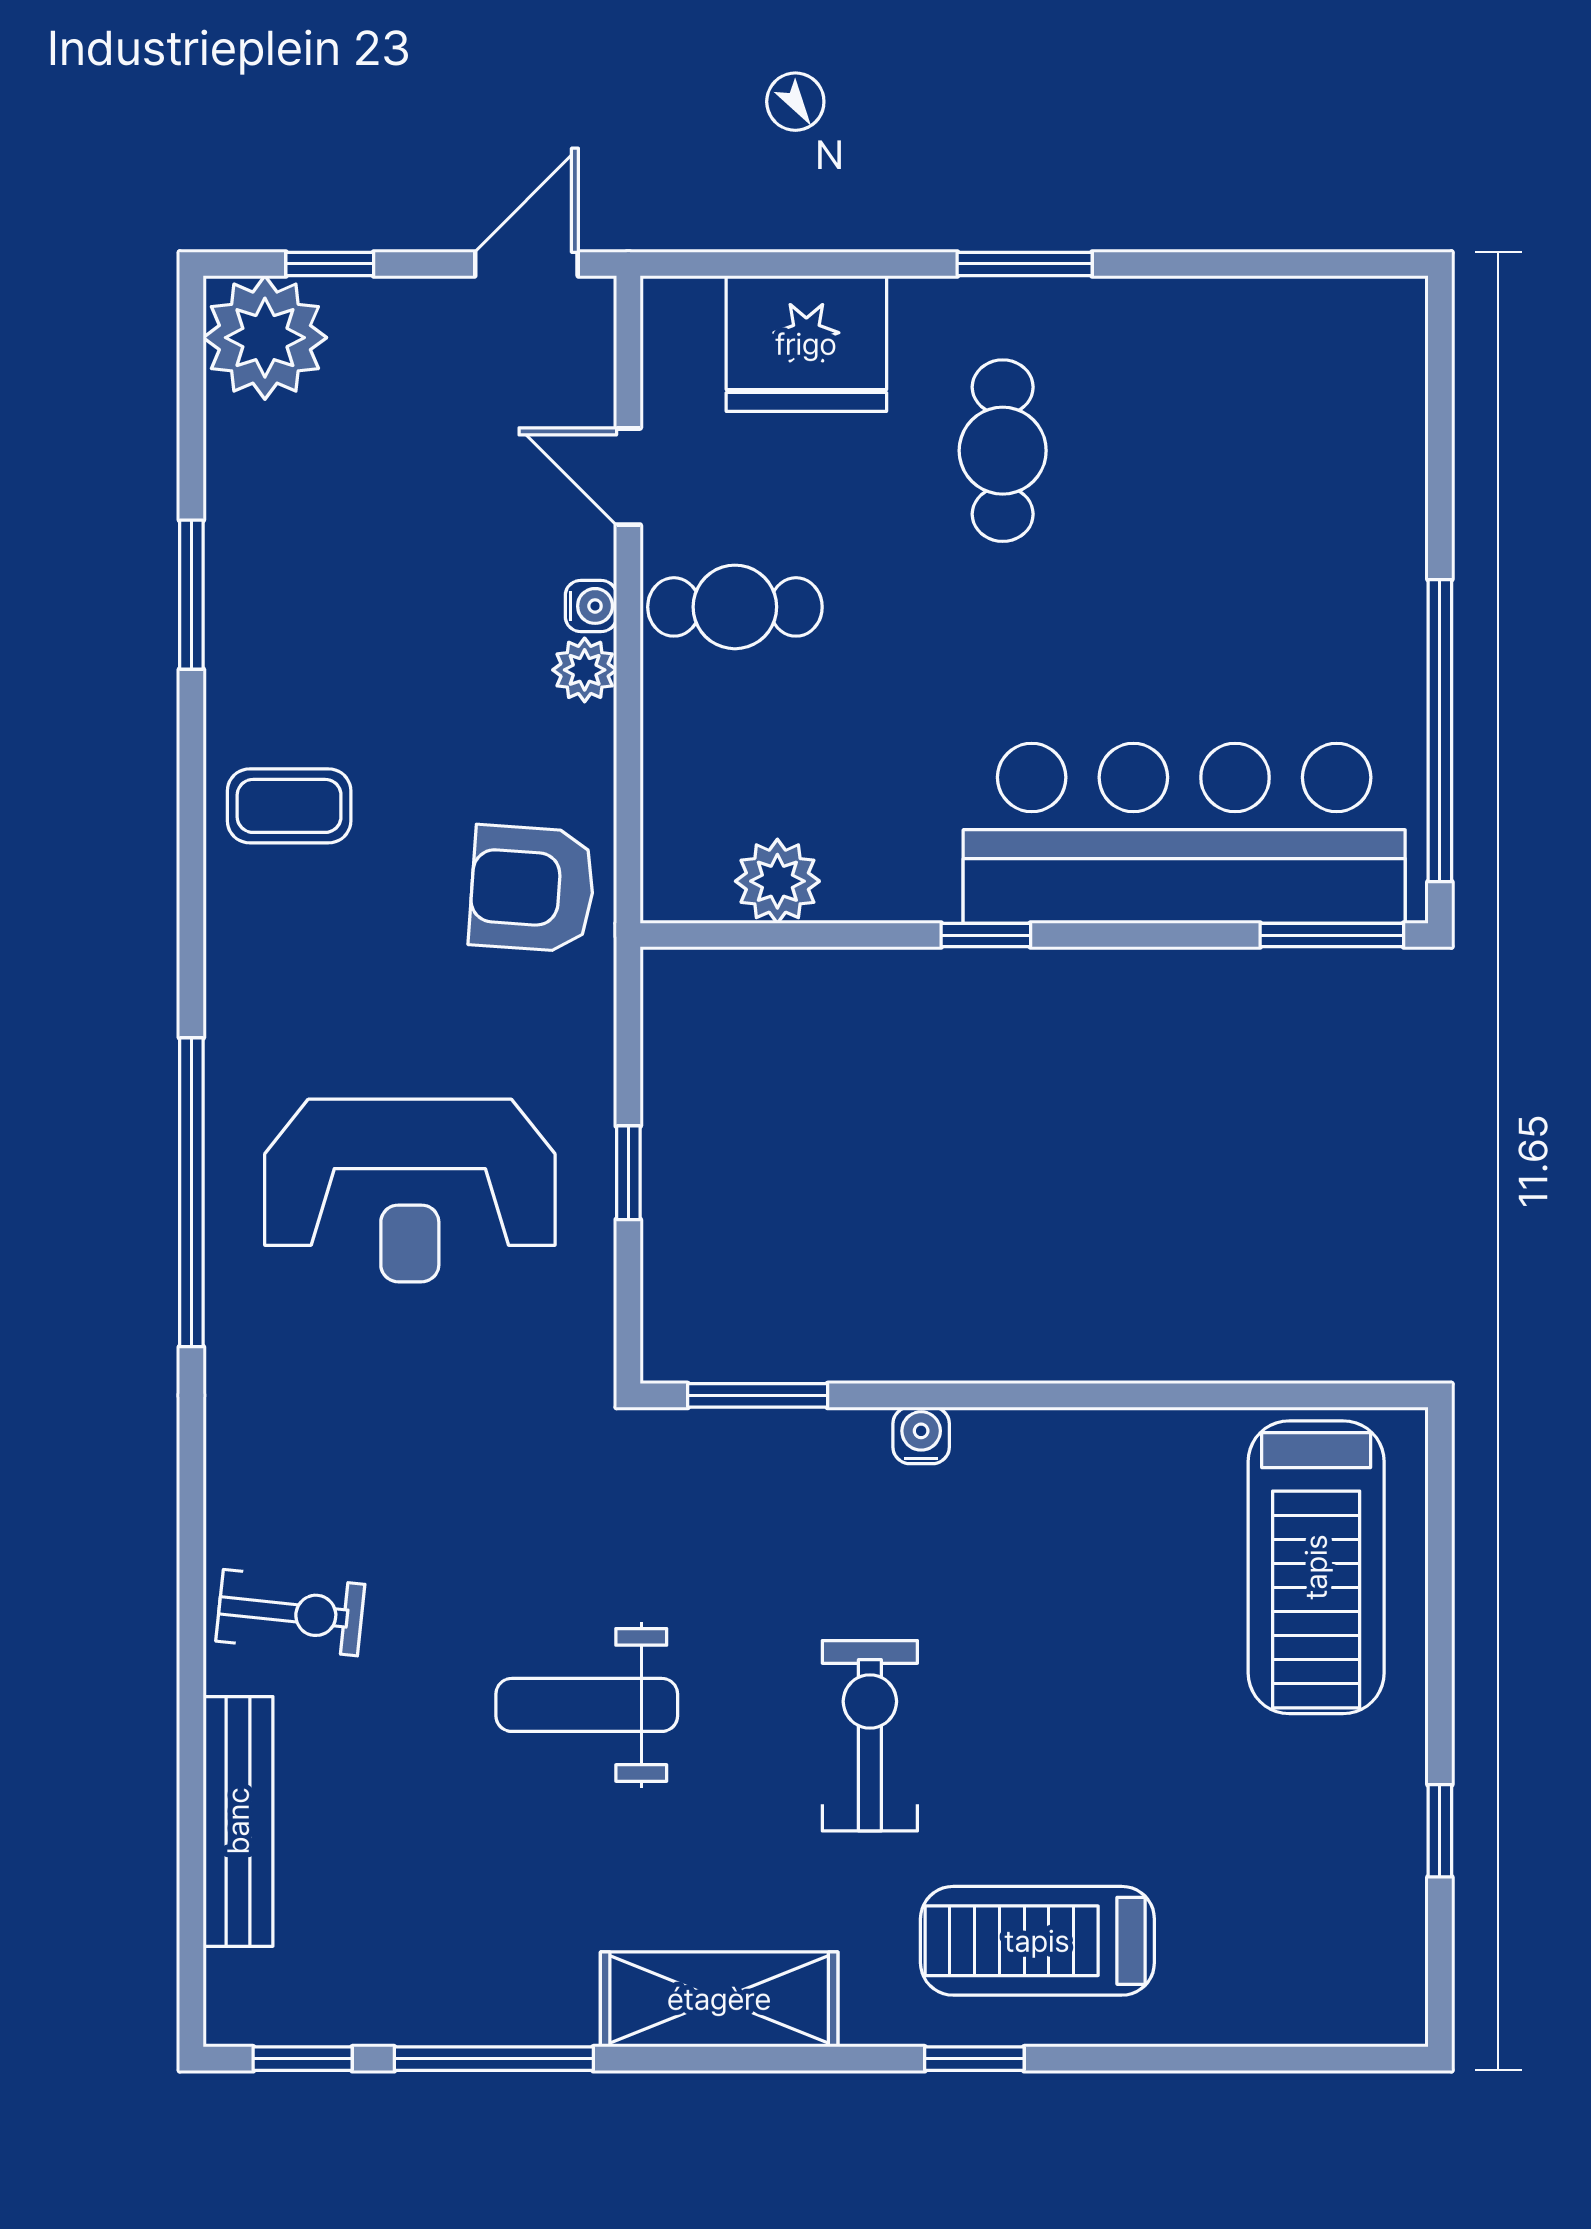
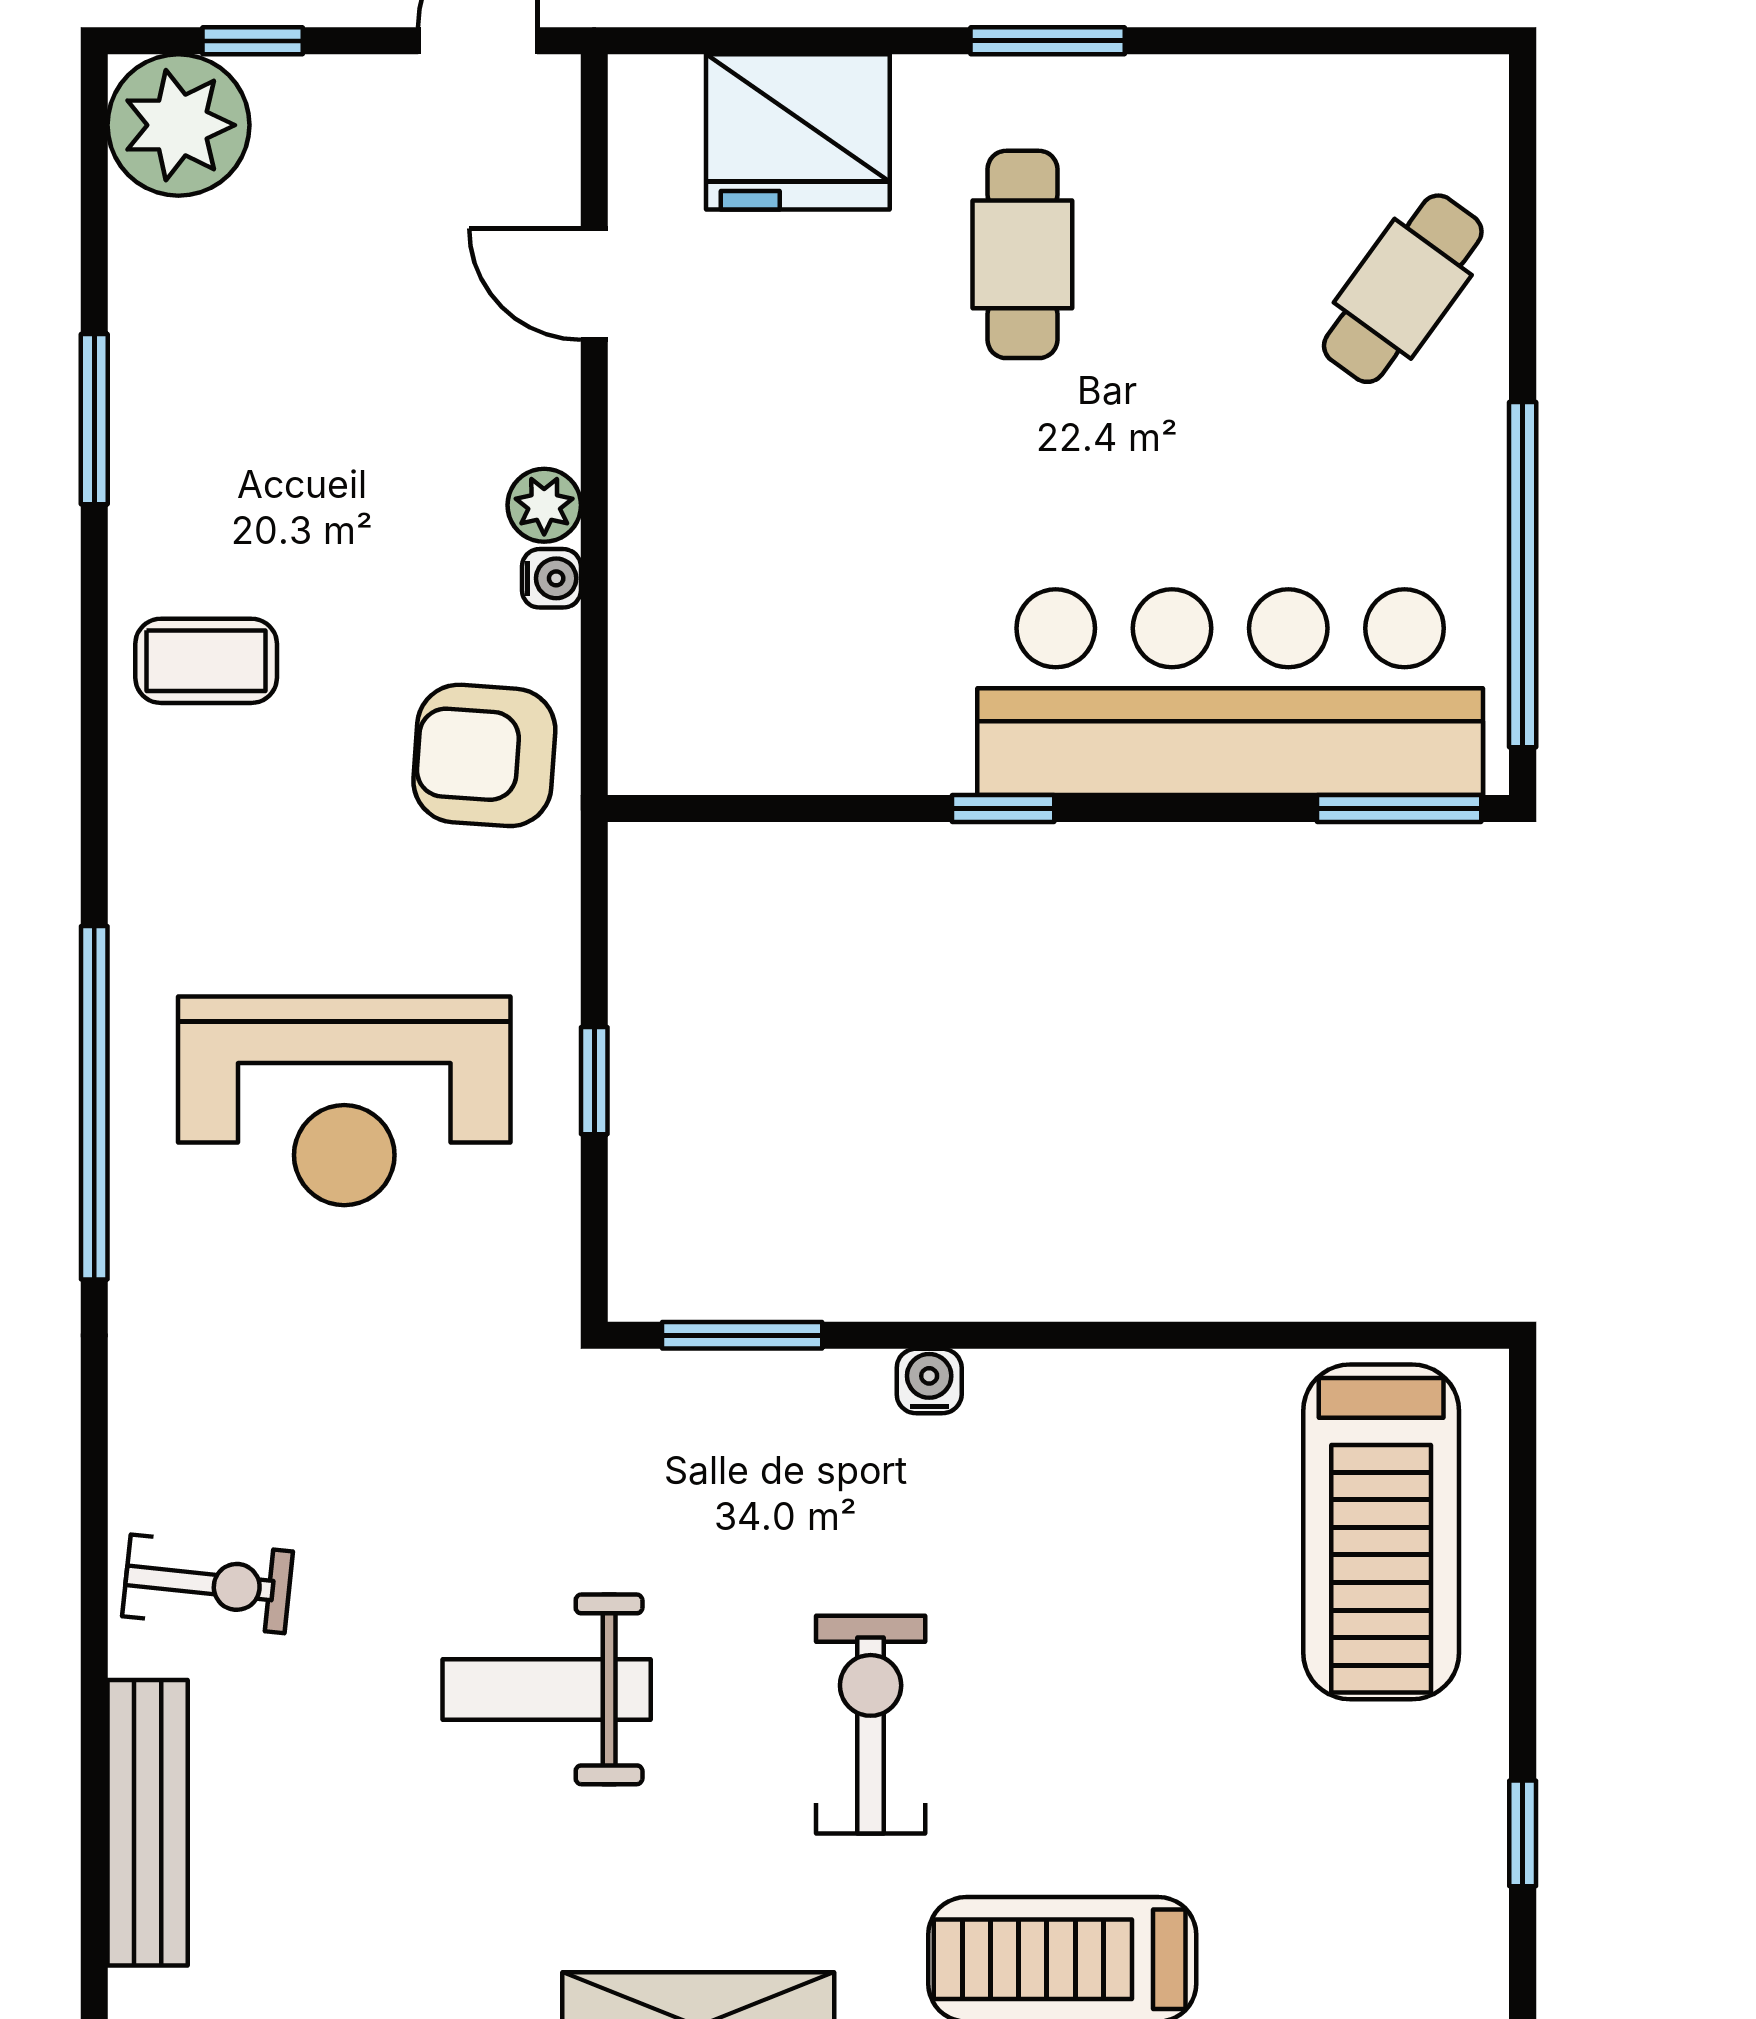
water cooler: (591, 606) -> (551, 578), moved
cafe table: (735, 607) -> (1403, 289), moved, turned -54
plant: (777, 881) -> (765, 747), removed

